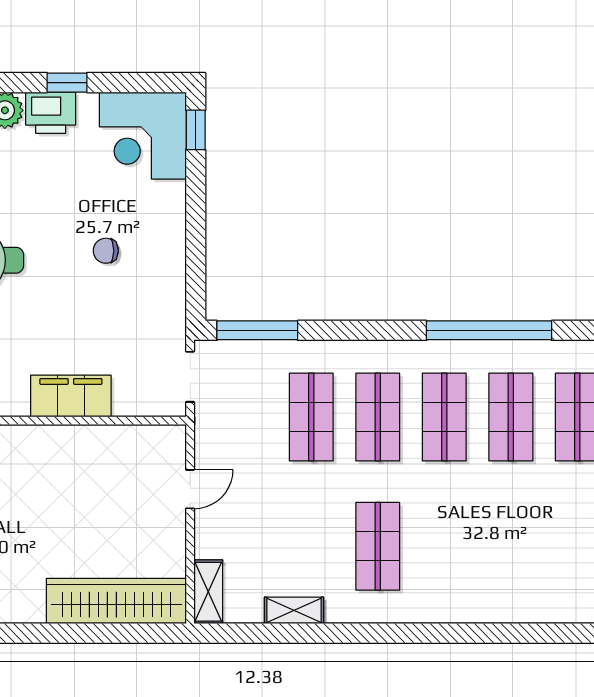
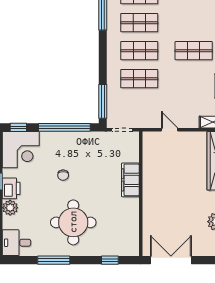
window: (196, 239) -> (64, 127), added
chair: (106, 251) -> (63, 175), moved

